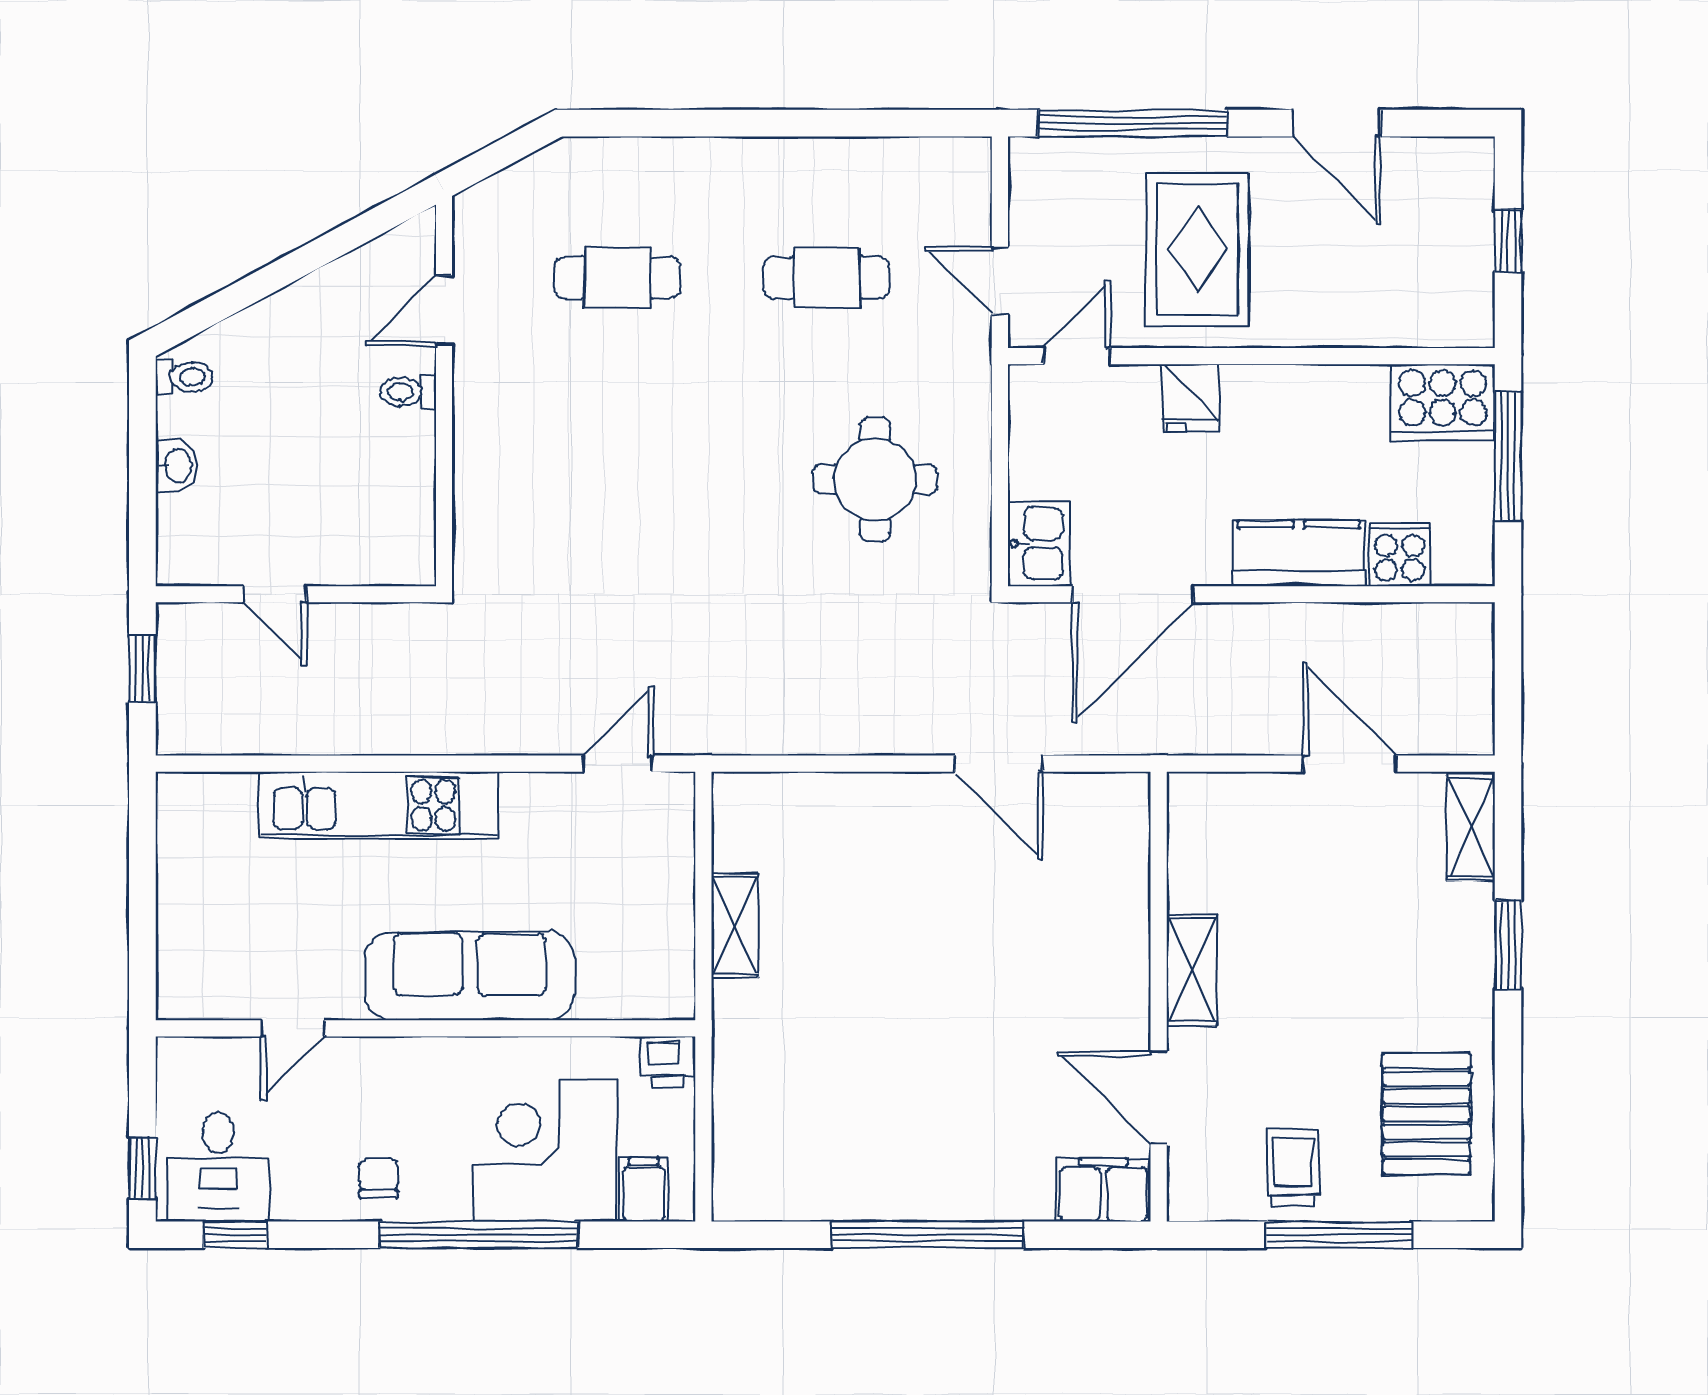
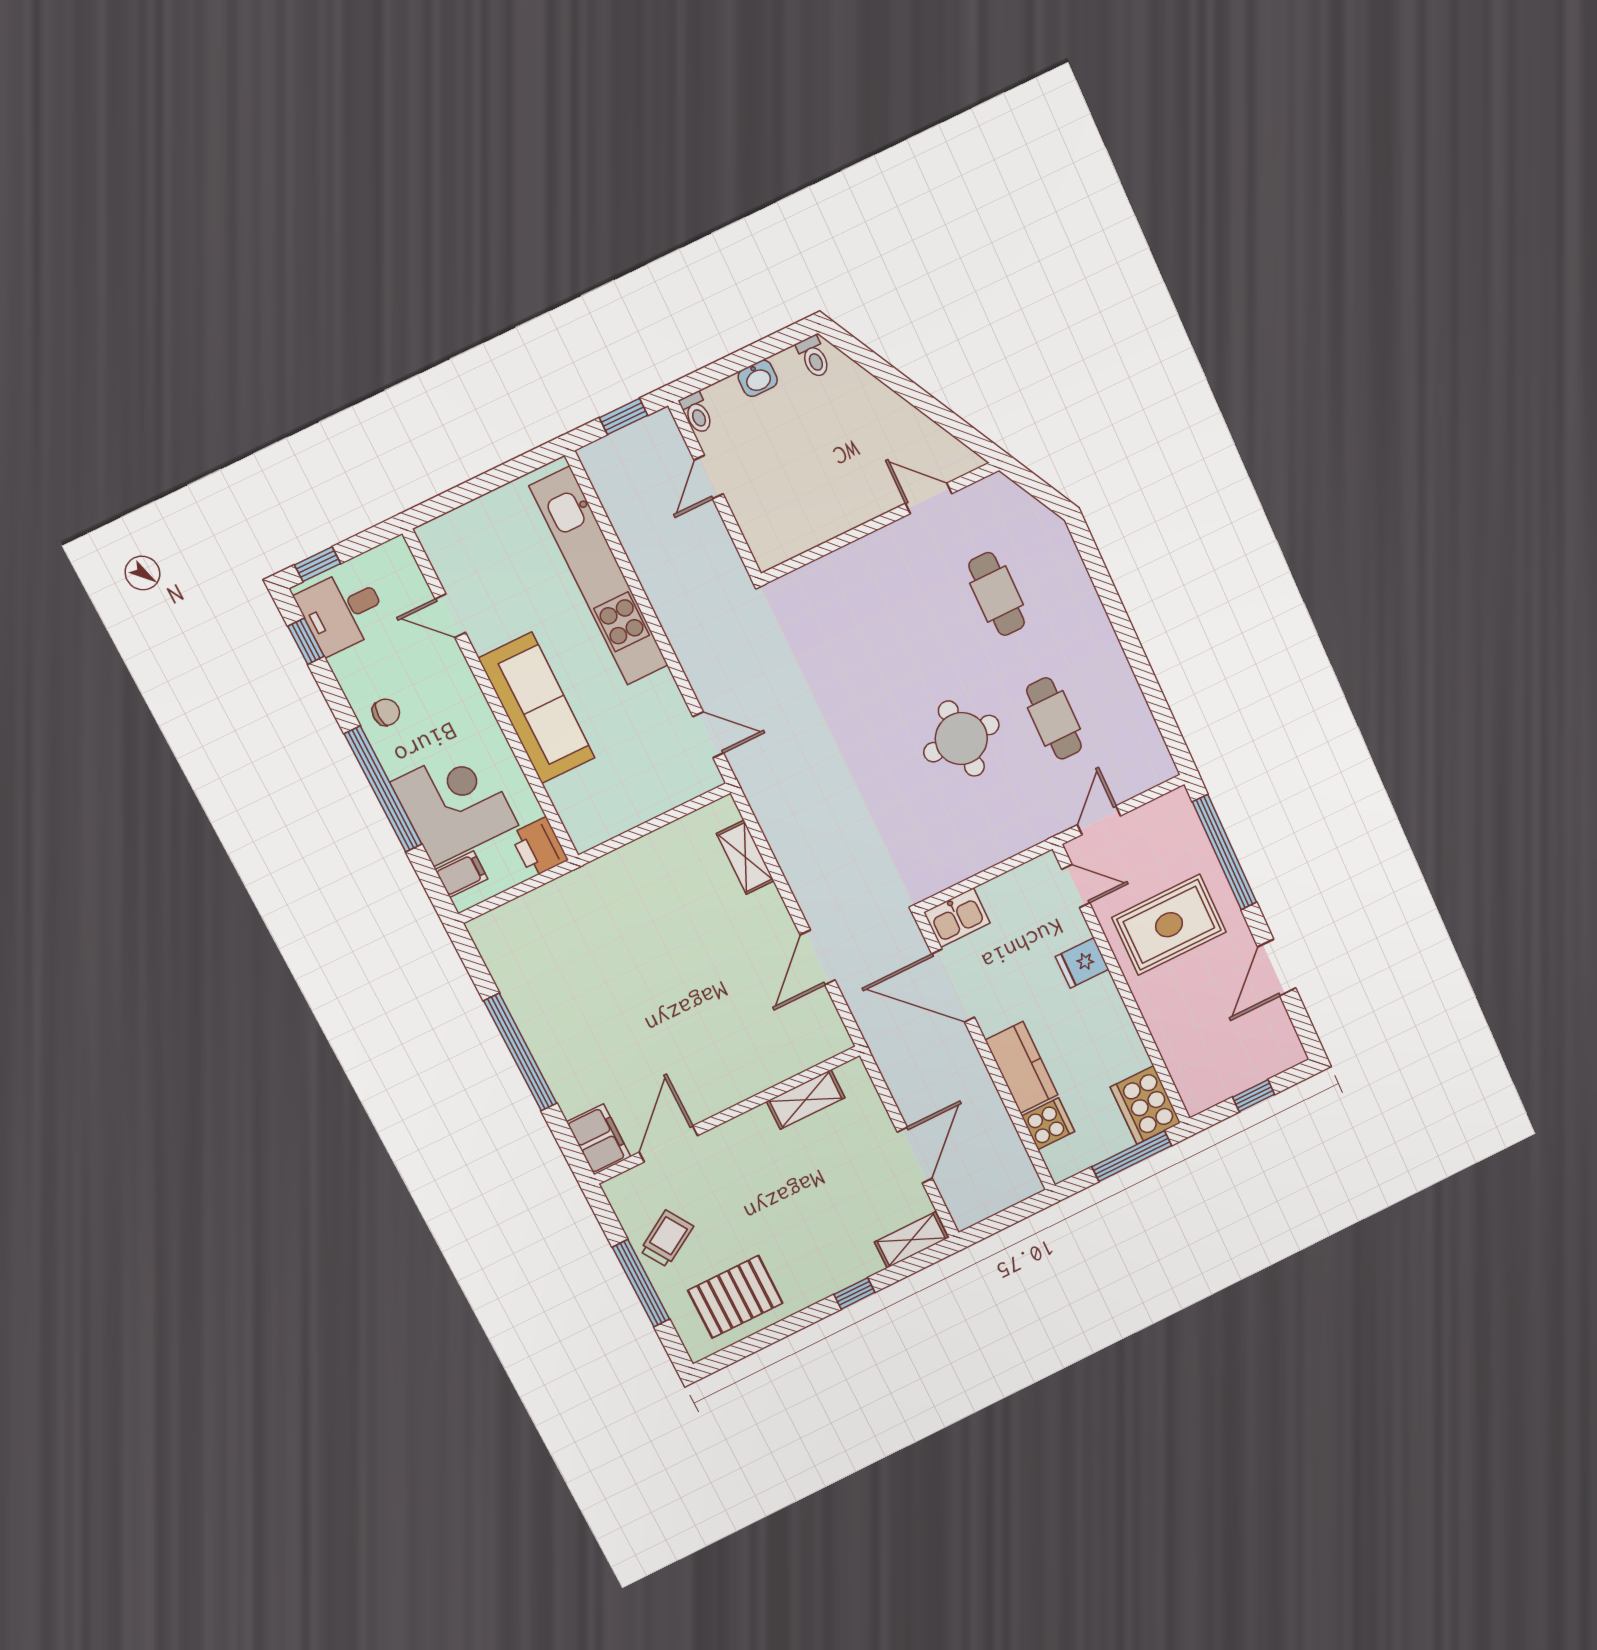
toilet: (408, 392) -> (697, 413), moved, turned 180
round table: (875, 480) -> (961, 739), moved
kitchen unit: (378, 805) -> (599, 576), width x1.36
shelving: (735, 925) -> (745, 857), moved, turned 90
window: (1508, 945) -> (854, 1293), width x0.67
shelving: (1192, 970) -> (806, 1100), moved
printer: (668, 1061) -> (539, 847), width x1.36, depth x1.24
trolley: (1293, 1167) -> (667, 1239), turned -32

